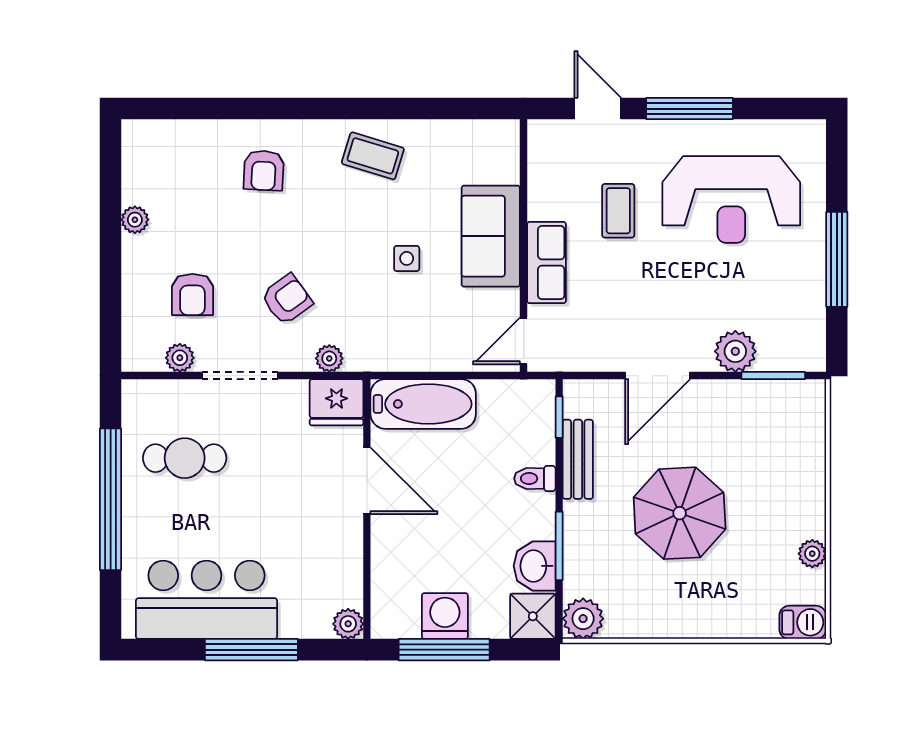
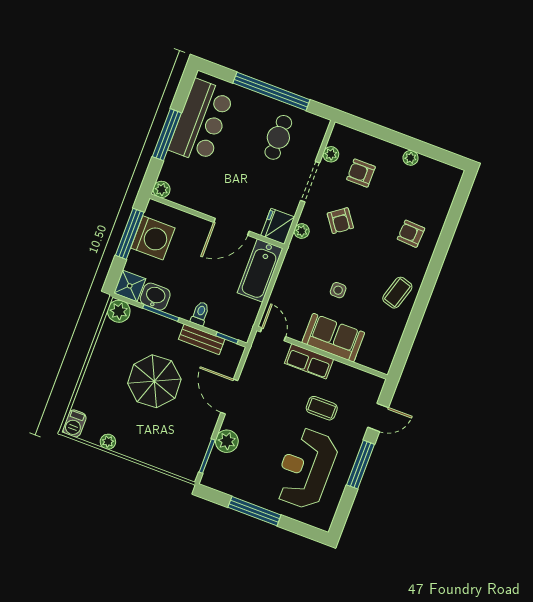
washing machine: (445, 616) -> (153, 238), width x1.37, depth x1.37

